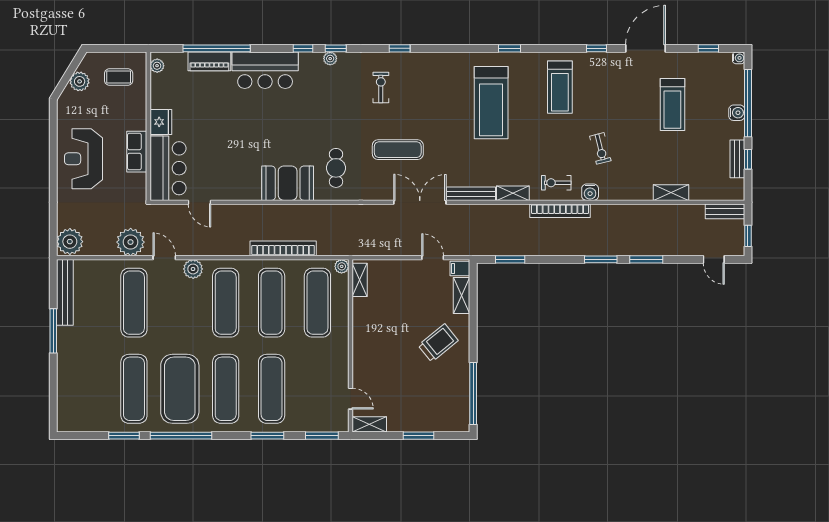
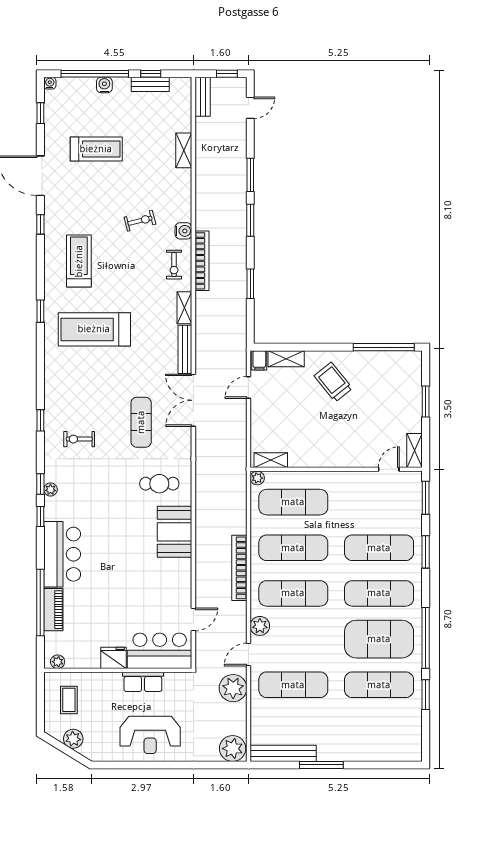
treadmill: (560, 87) -> (79, 261), turned -90
treadmill: (491, 103) -> (94, 329), turned 180
bookcase: (283, 248) -> (239, 568), moved
window: (510, 259) -> (250, 284), moved

